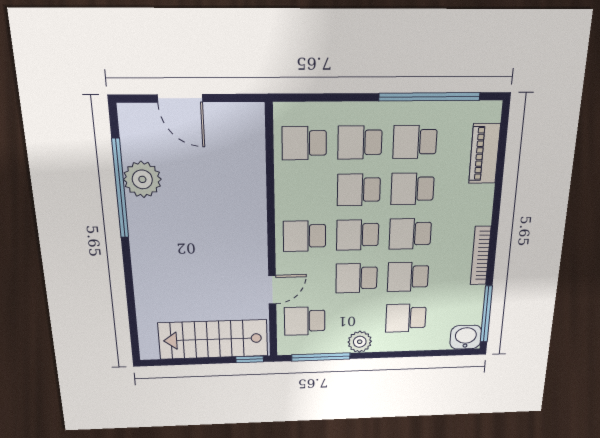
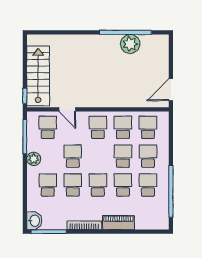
door: (180, 98) -> (171, 90), moved
piano: (485, 154) -> (118, 223), moved
school desk: (358, 235) -> (123, 127), moved

